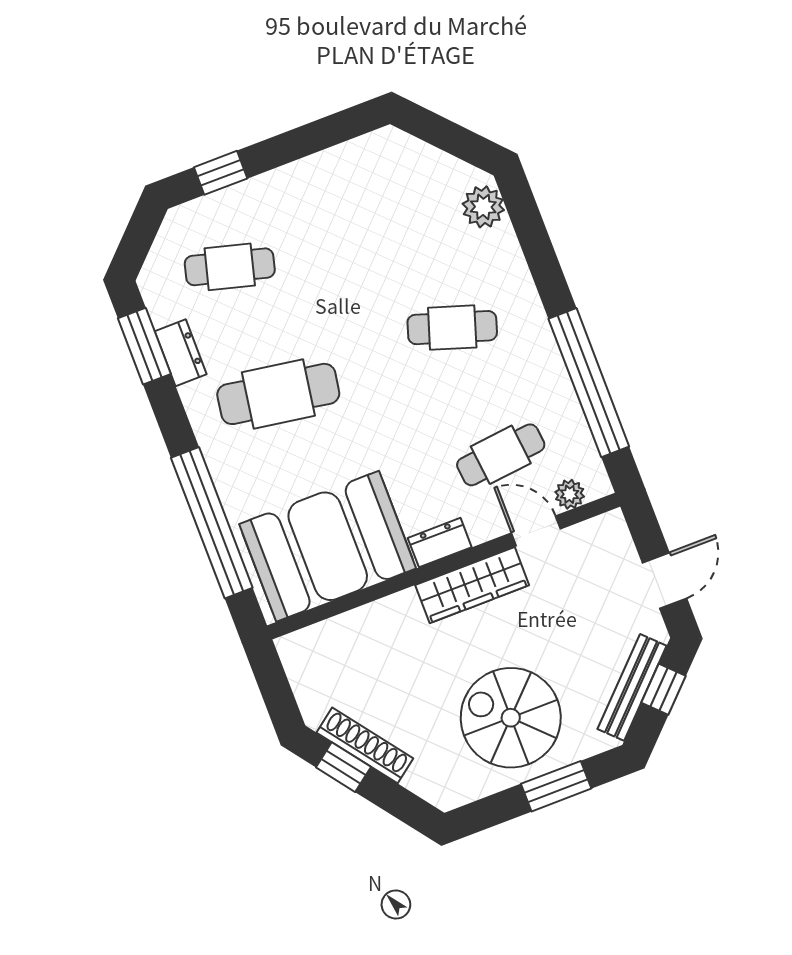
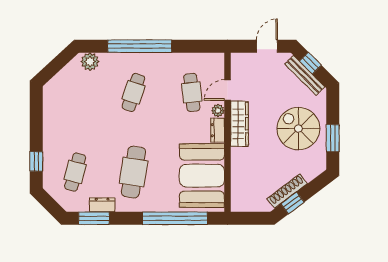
window: (589, 383) -> (140, 46), moved
plant: (570, 494) -> (218, 111), moved
door: (664, 581) -> (267, 46), hinge flipped
spiral stairs: (511, 718) -> (298, 129), turned 90
window: (556, 786) -> (333, 138), moved

